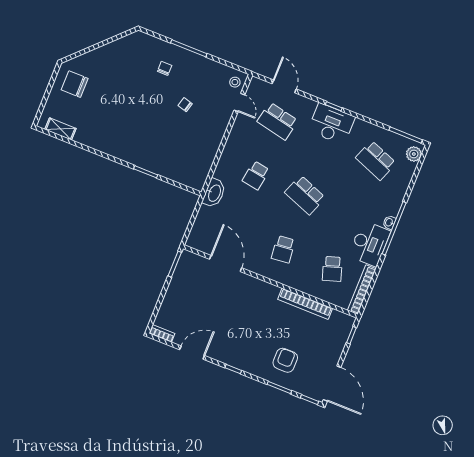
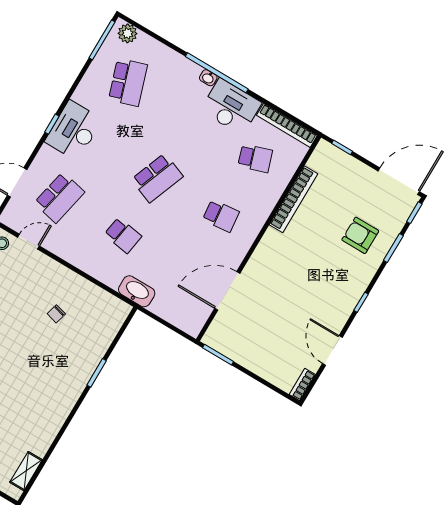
chair: (185, 105) -> (56, 314), moved
school desk: (376, 160) -> (128, 82), turned -39

